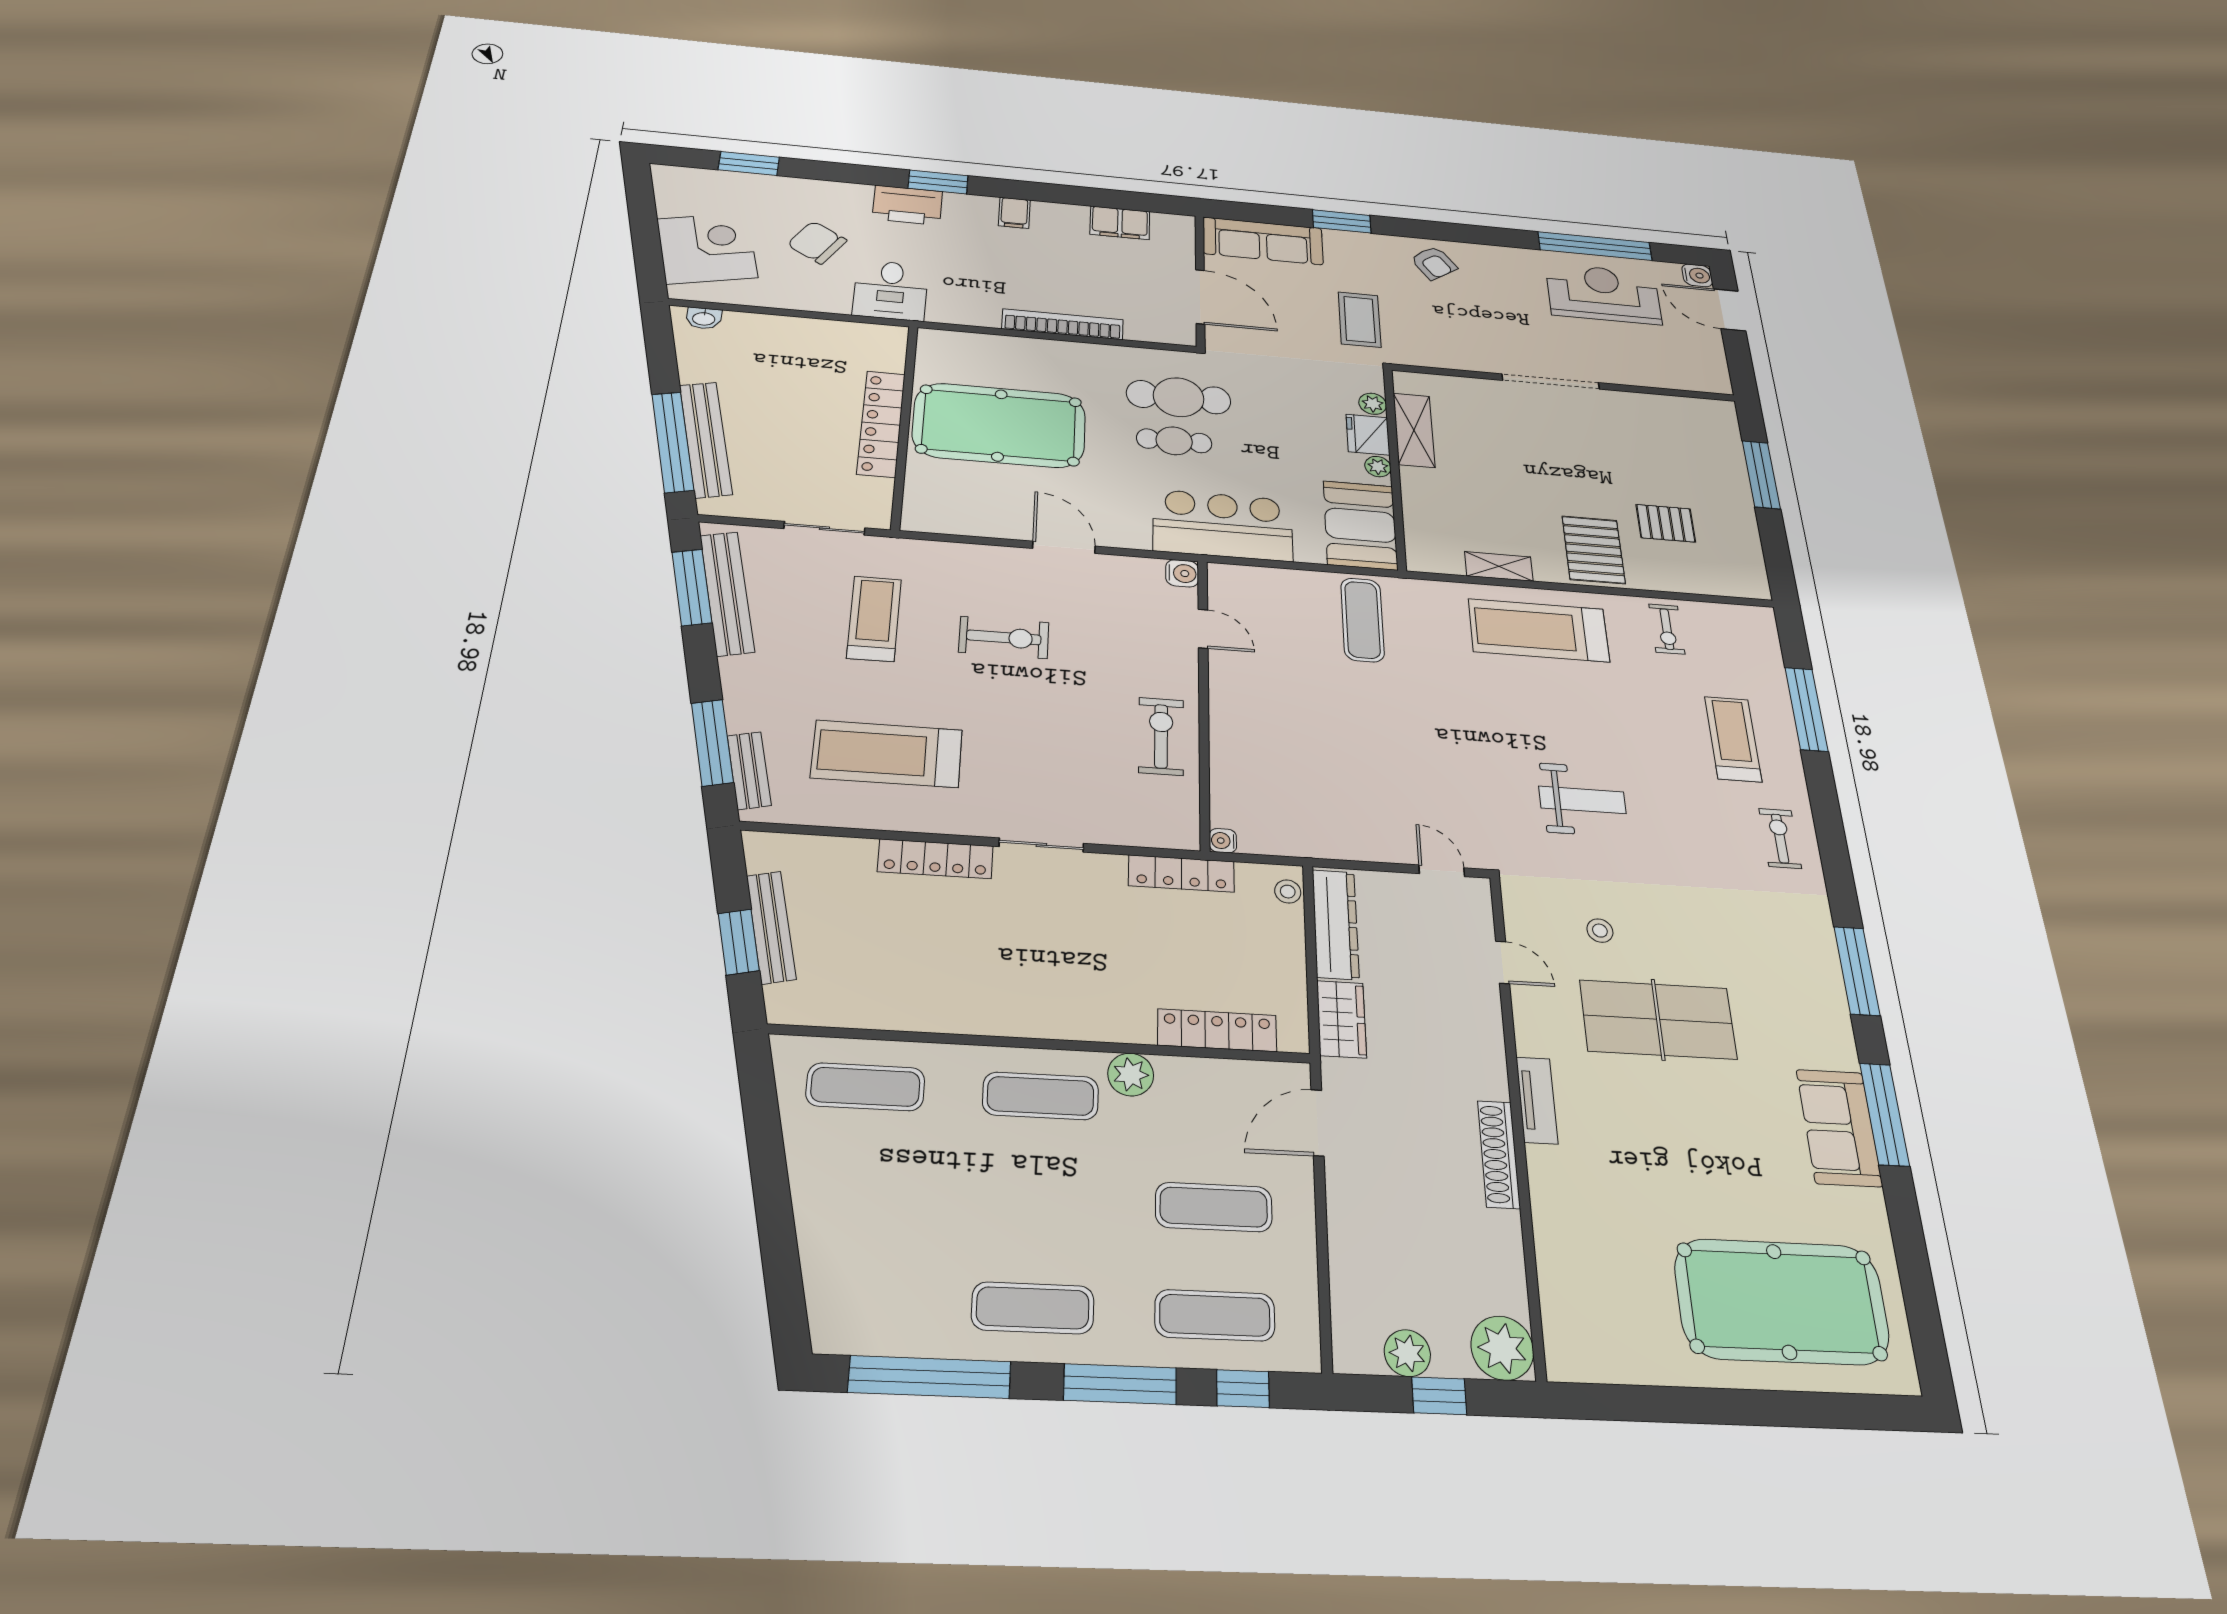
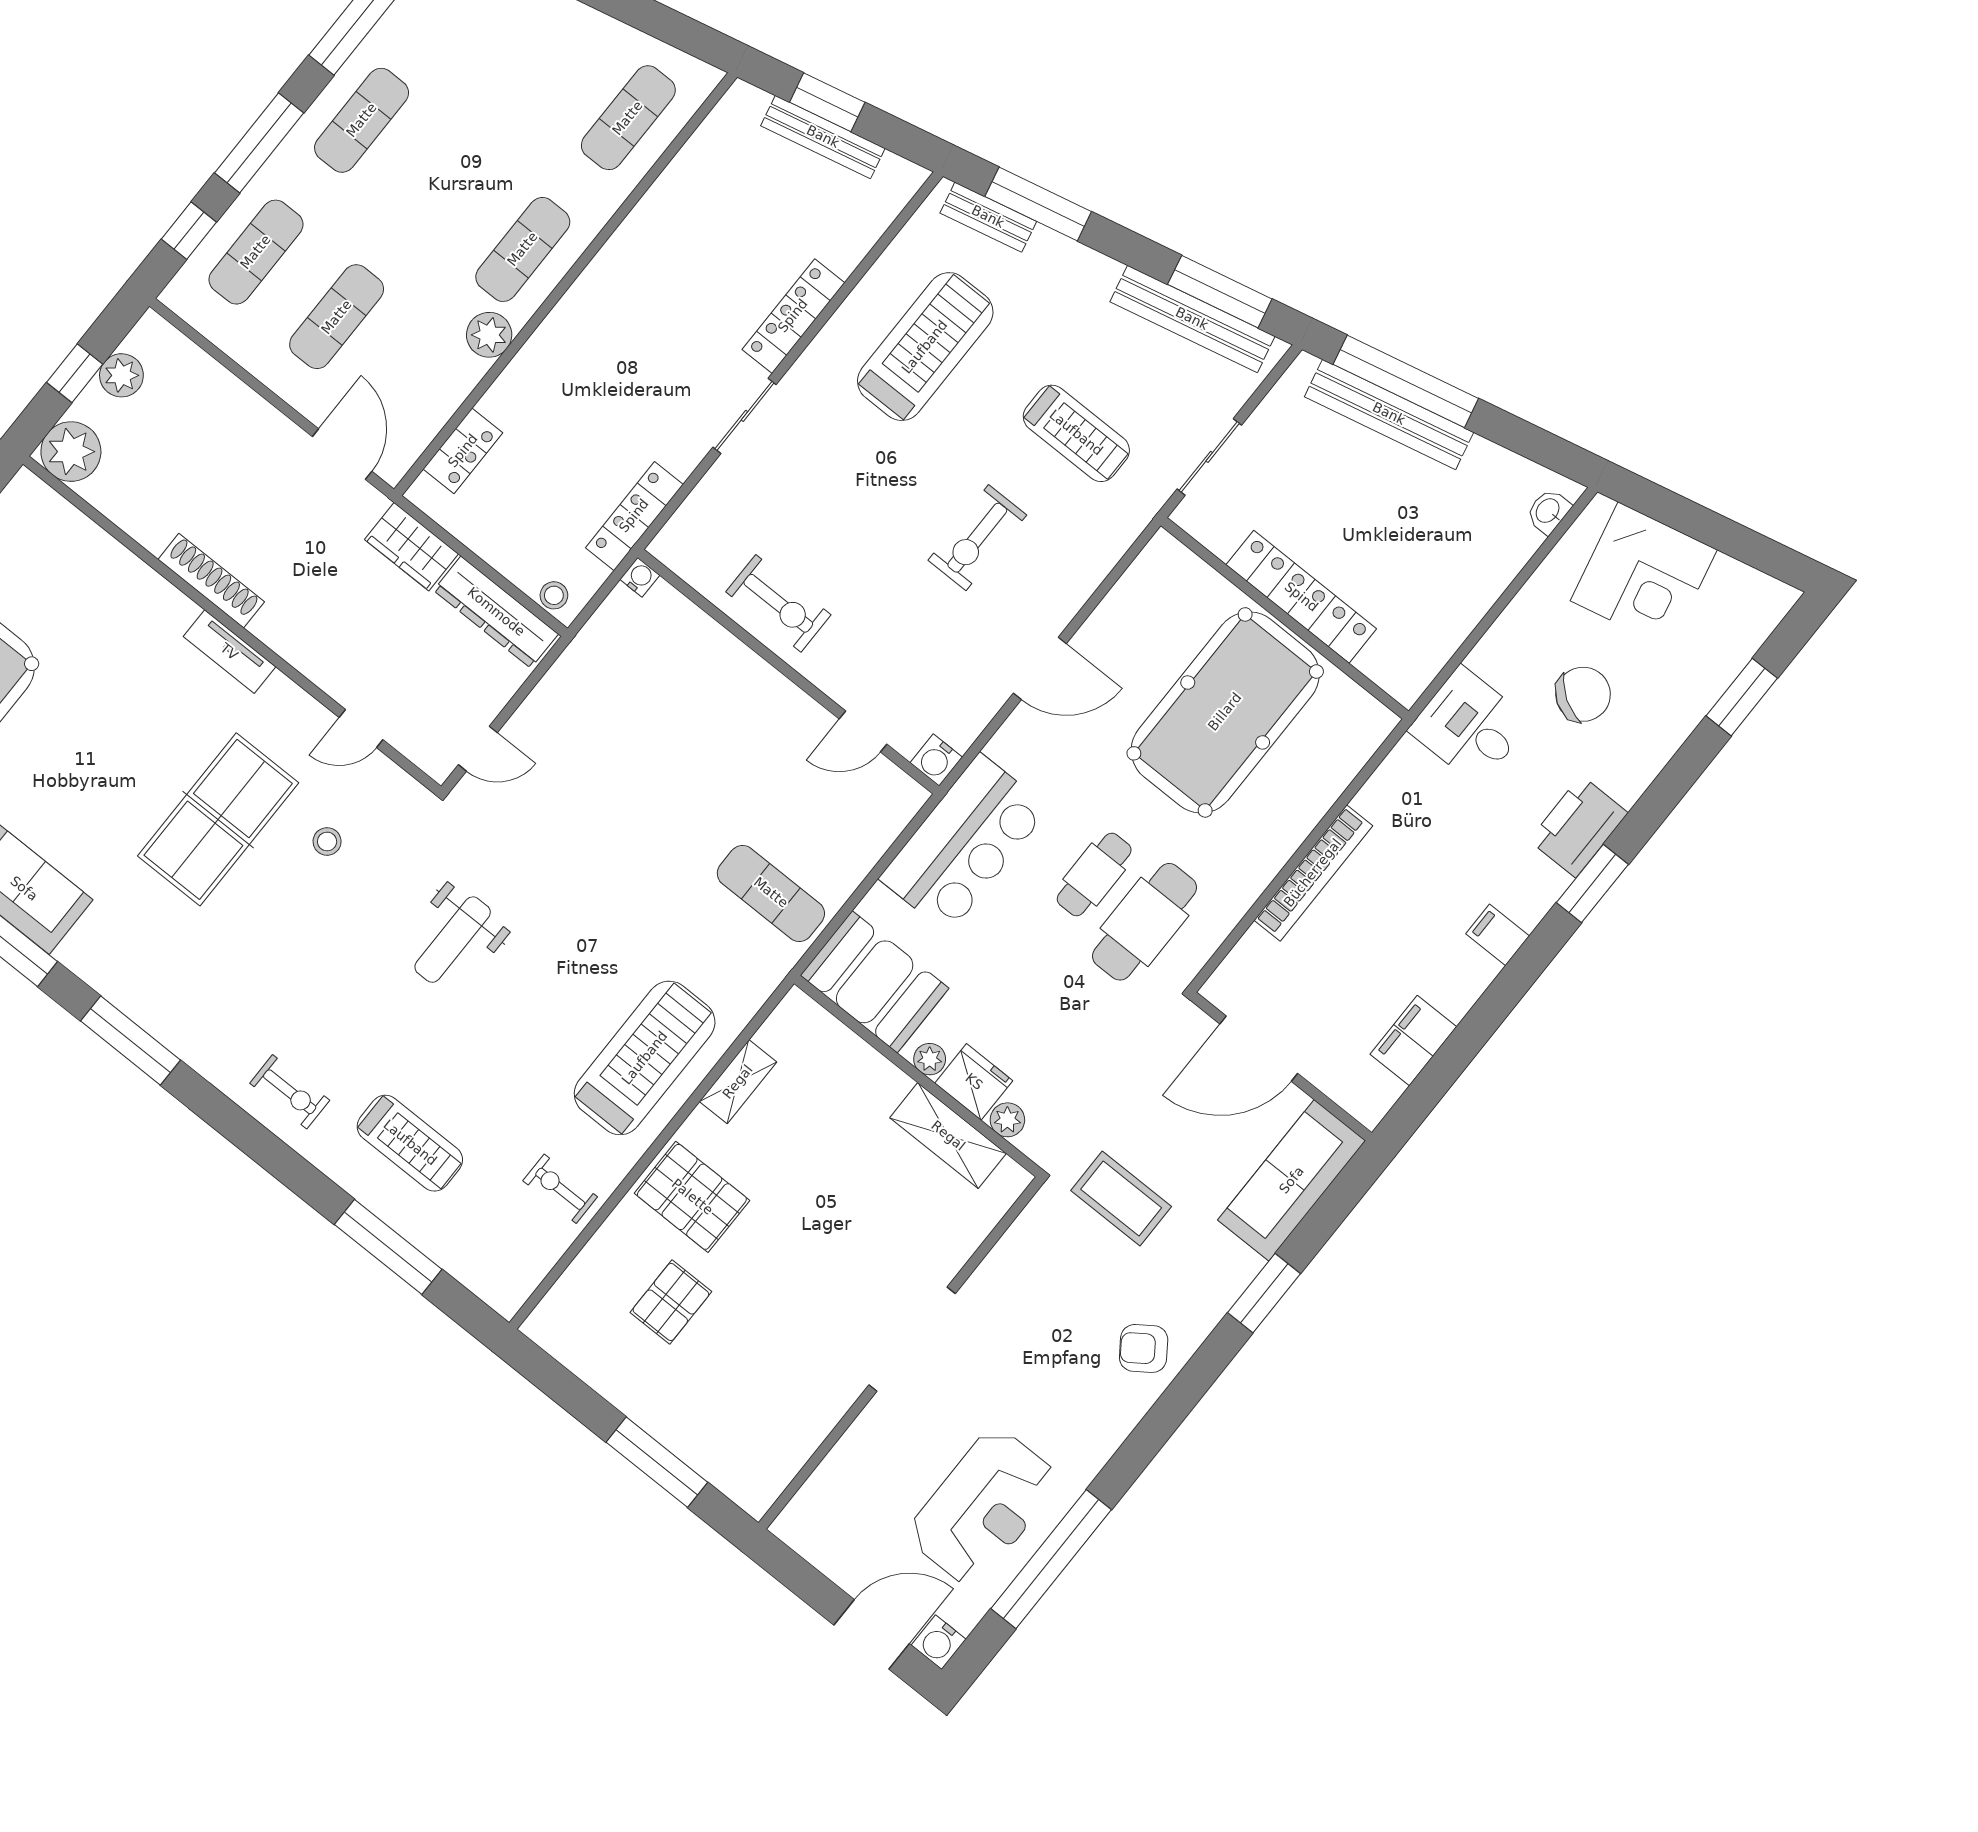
locker: (1217, 1030) -> (463, 451), width x0.66

